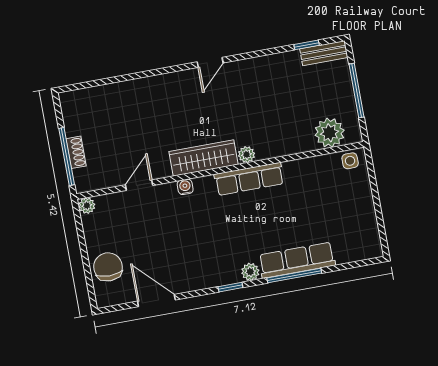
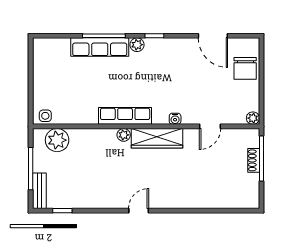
bench: (324, 53) -> (39, 191), moved, turned 90

